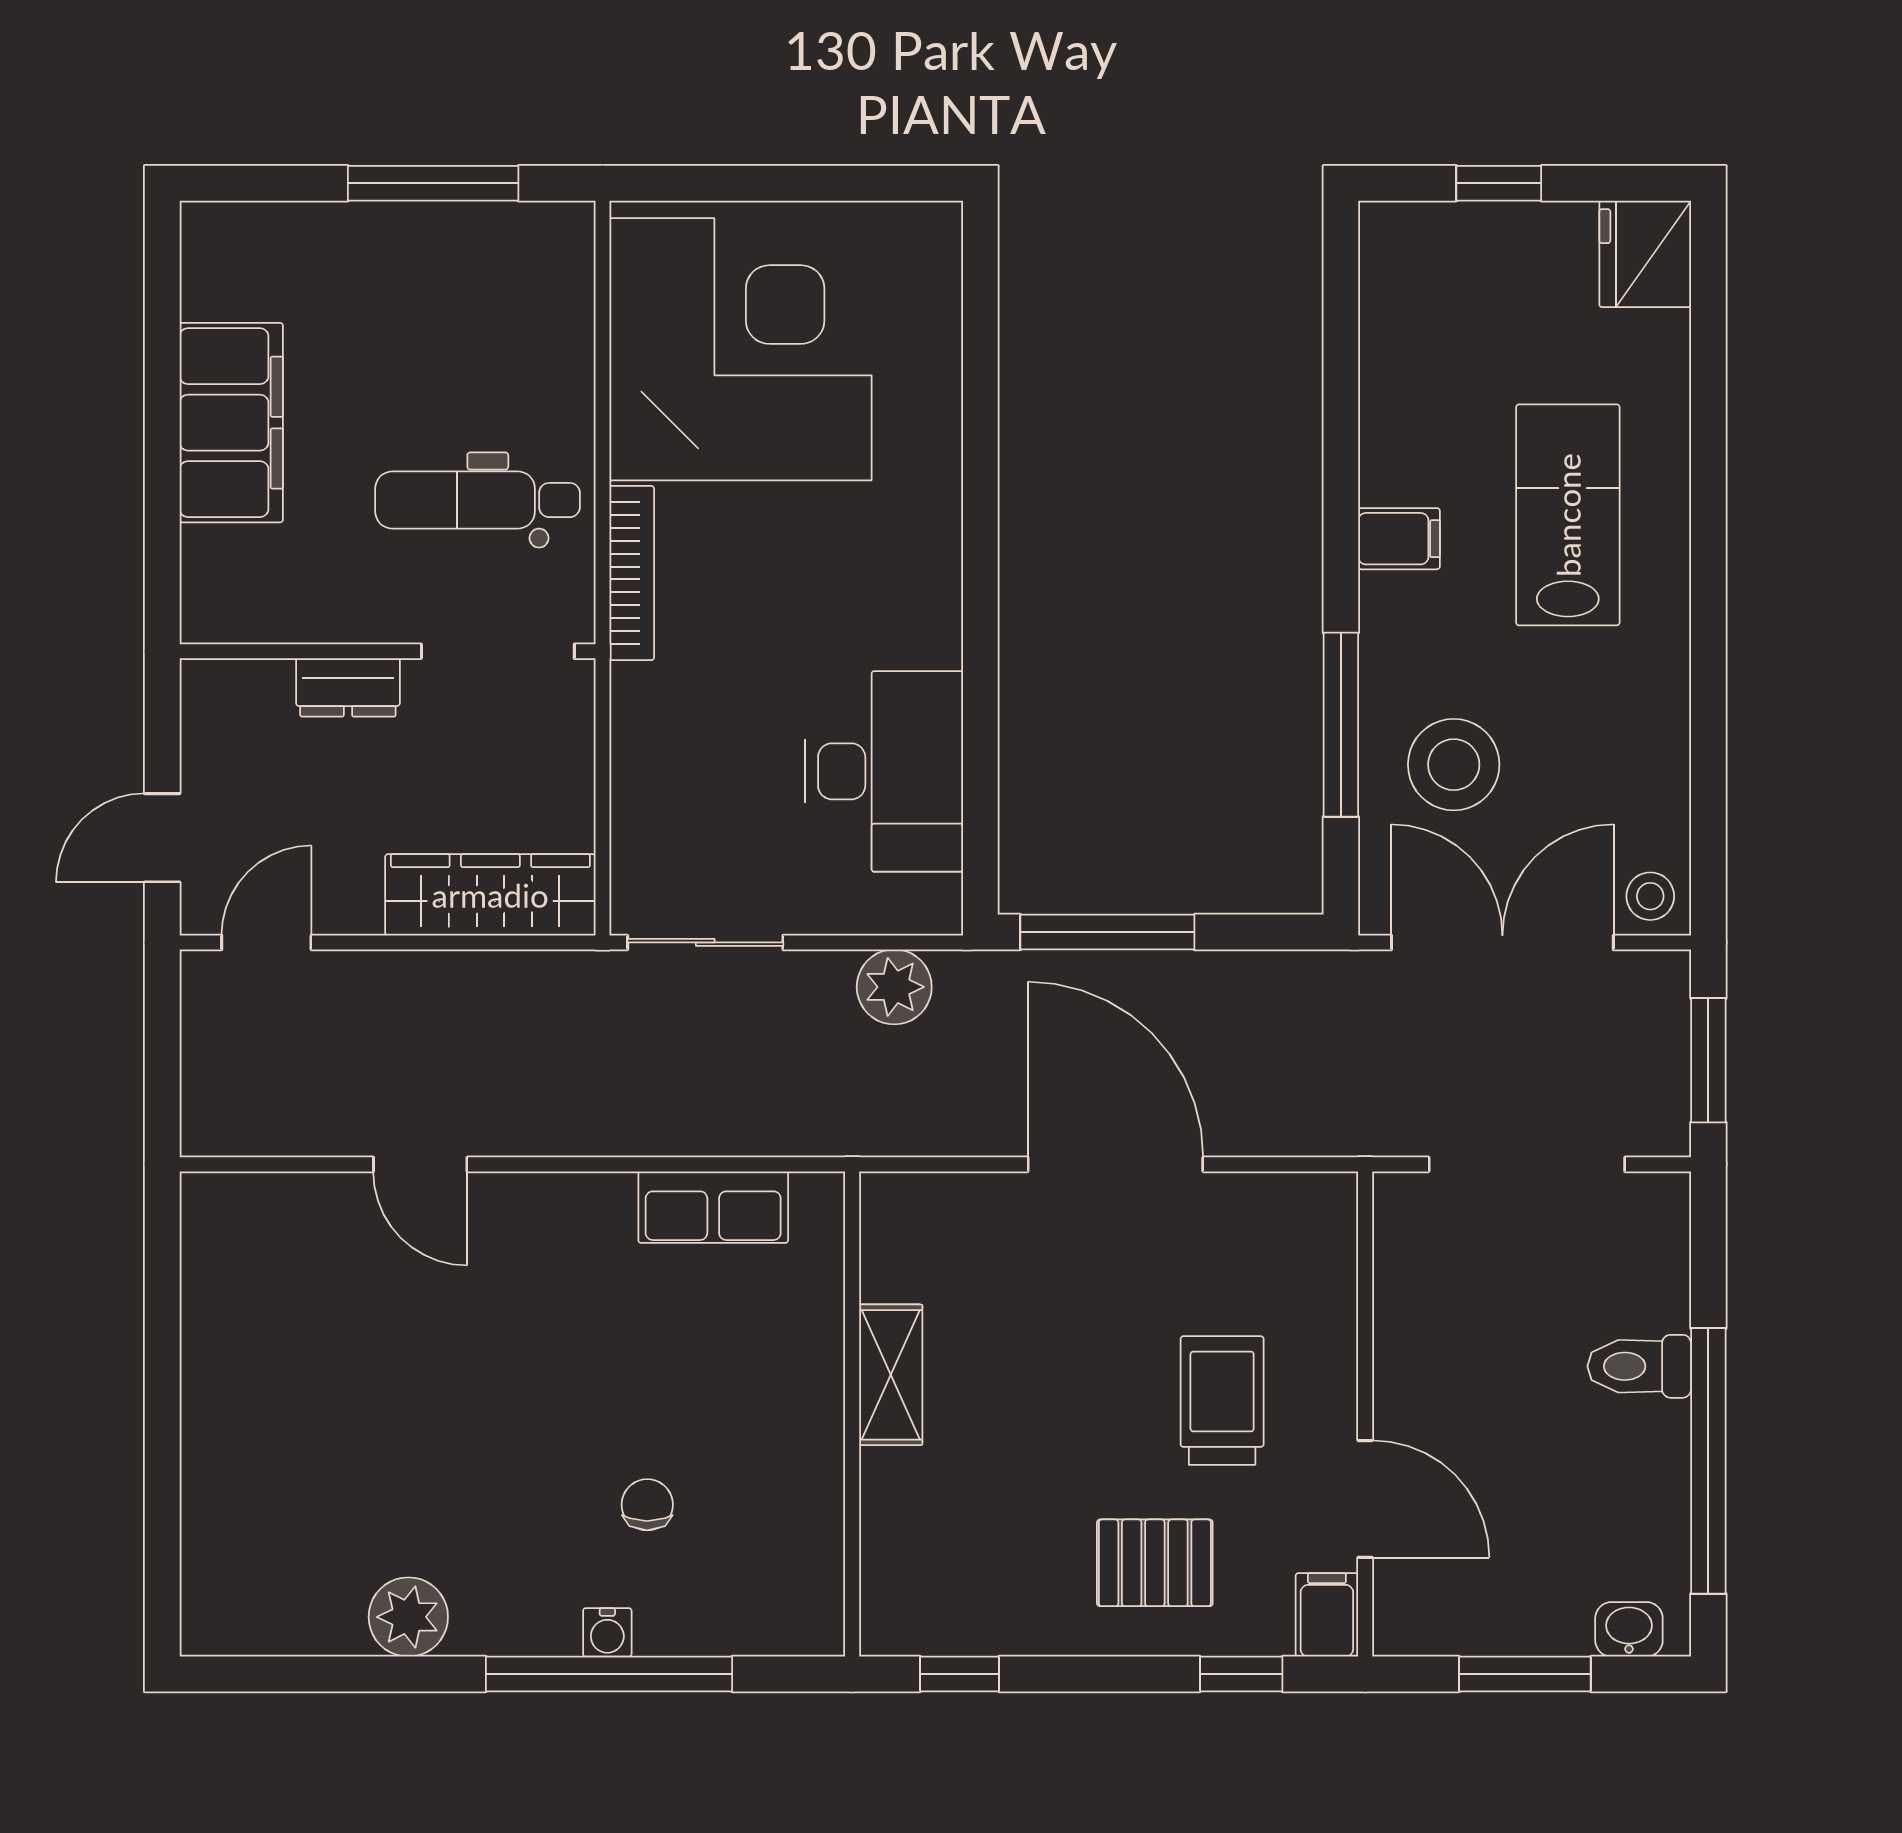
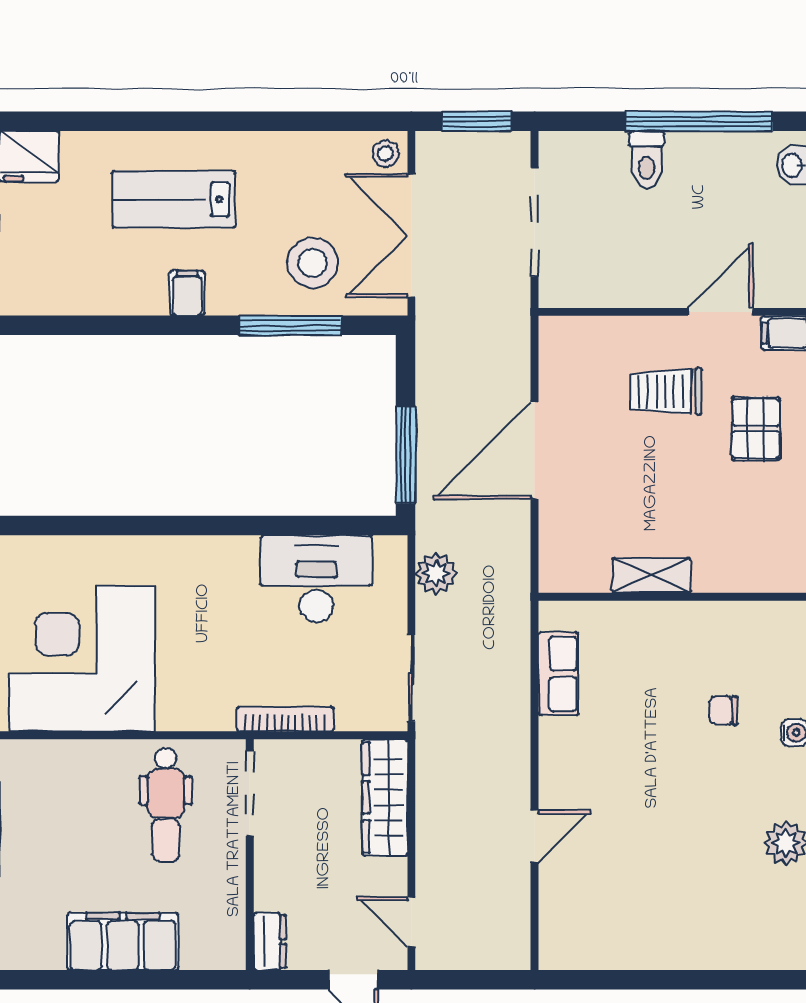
bookcase: (632, 573) -> (285, 719), moved
dresser: (348, 687) -> (270, 941), moved

